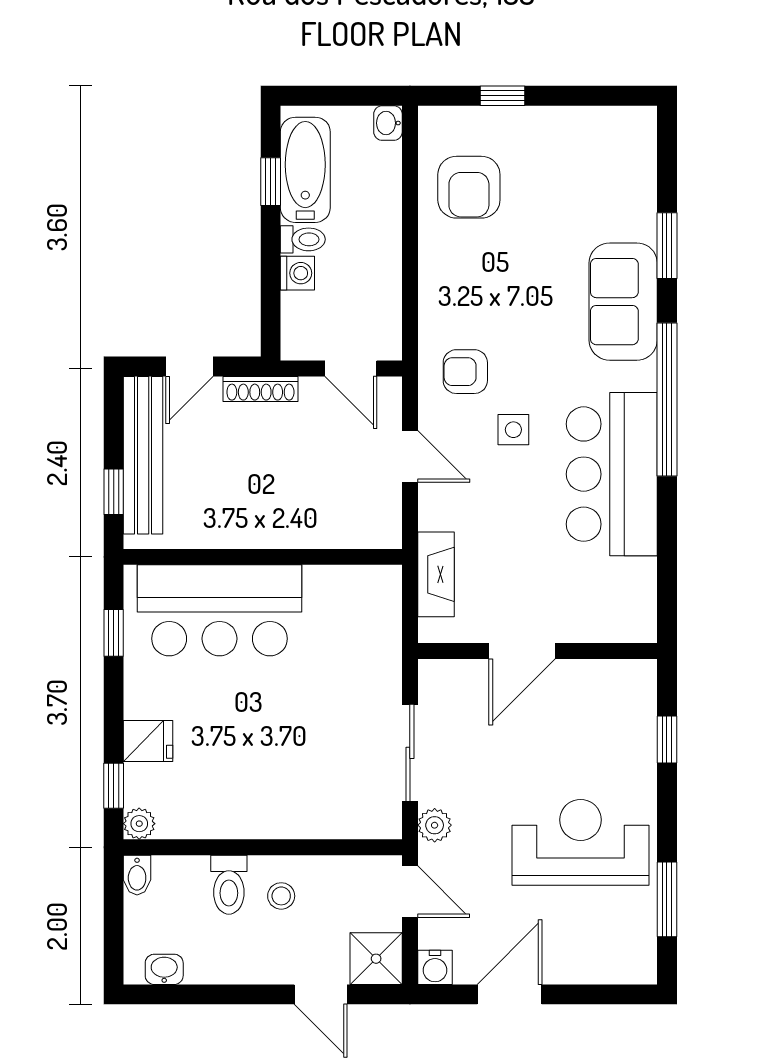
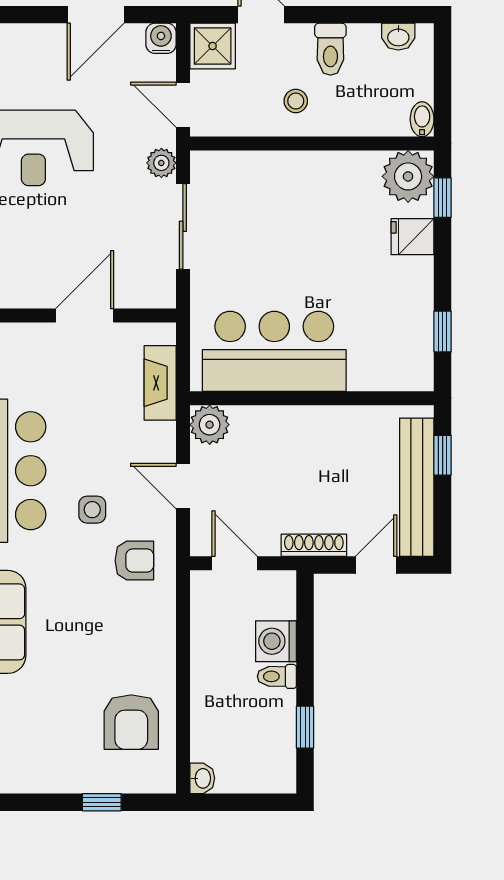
bathtub: (305, 170) -> (275, 737), removed
armchair: (469, 187) -> (131, 722), turned 180
washing machine: (297, 273) -> (276, 641), width x1.38, depth x1.38
plant: (380, 527) -> (210, 425), added
bar counter: (220, 610) -> (274, 351), moved
plant: (139, 824) -> (408, 176), width x1.88, depth x1.88
toilet: (229, 885) -> (330, 49), moved, turned 180

